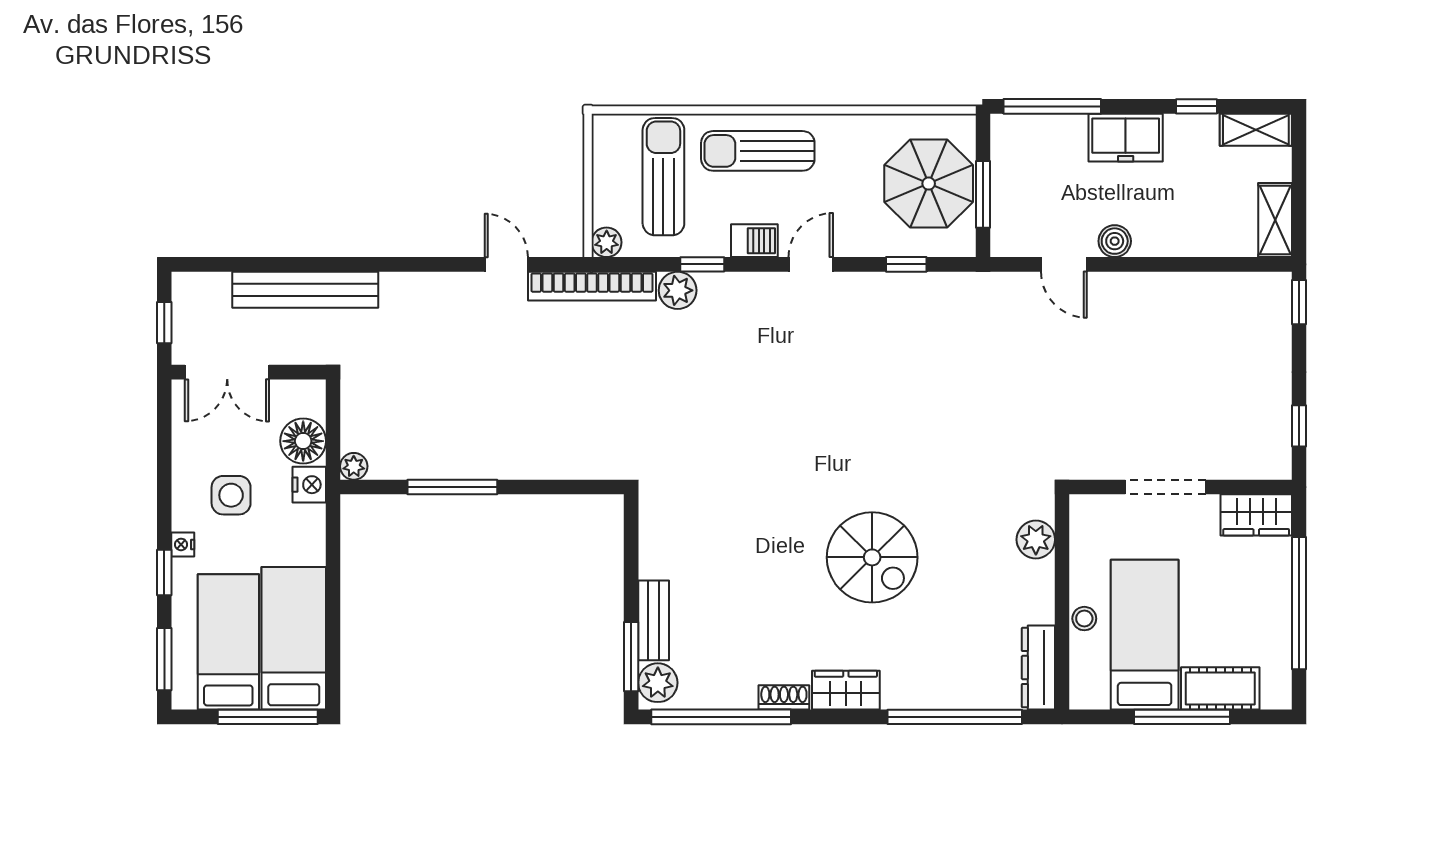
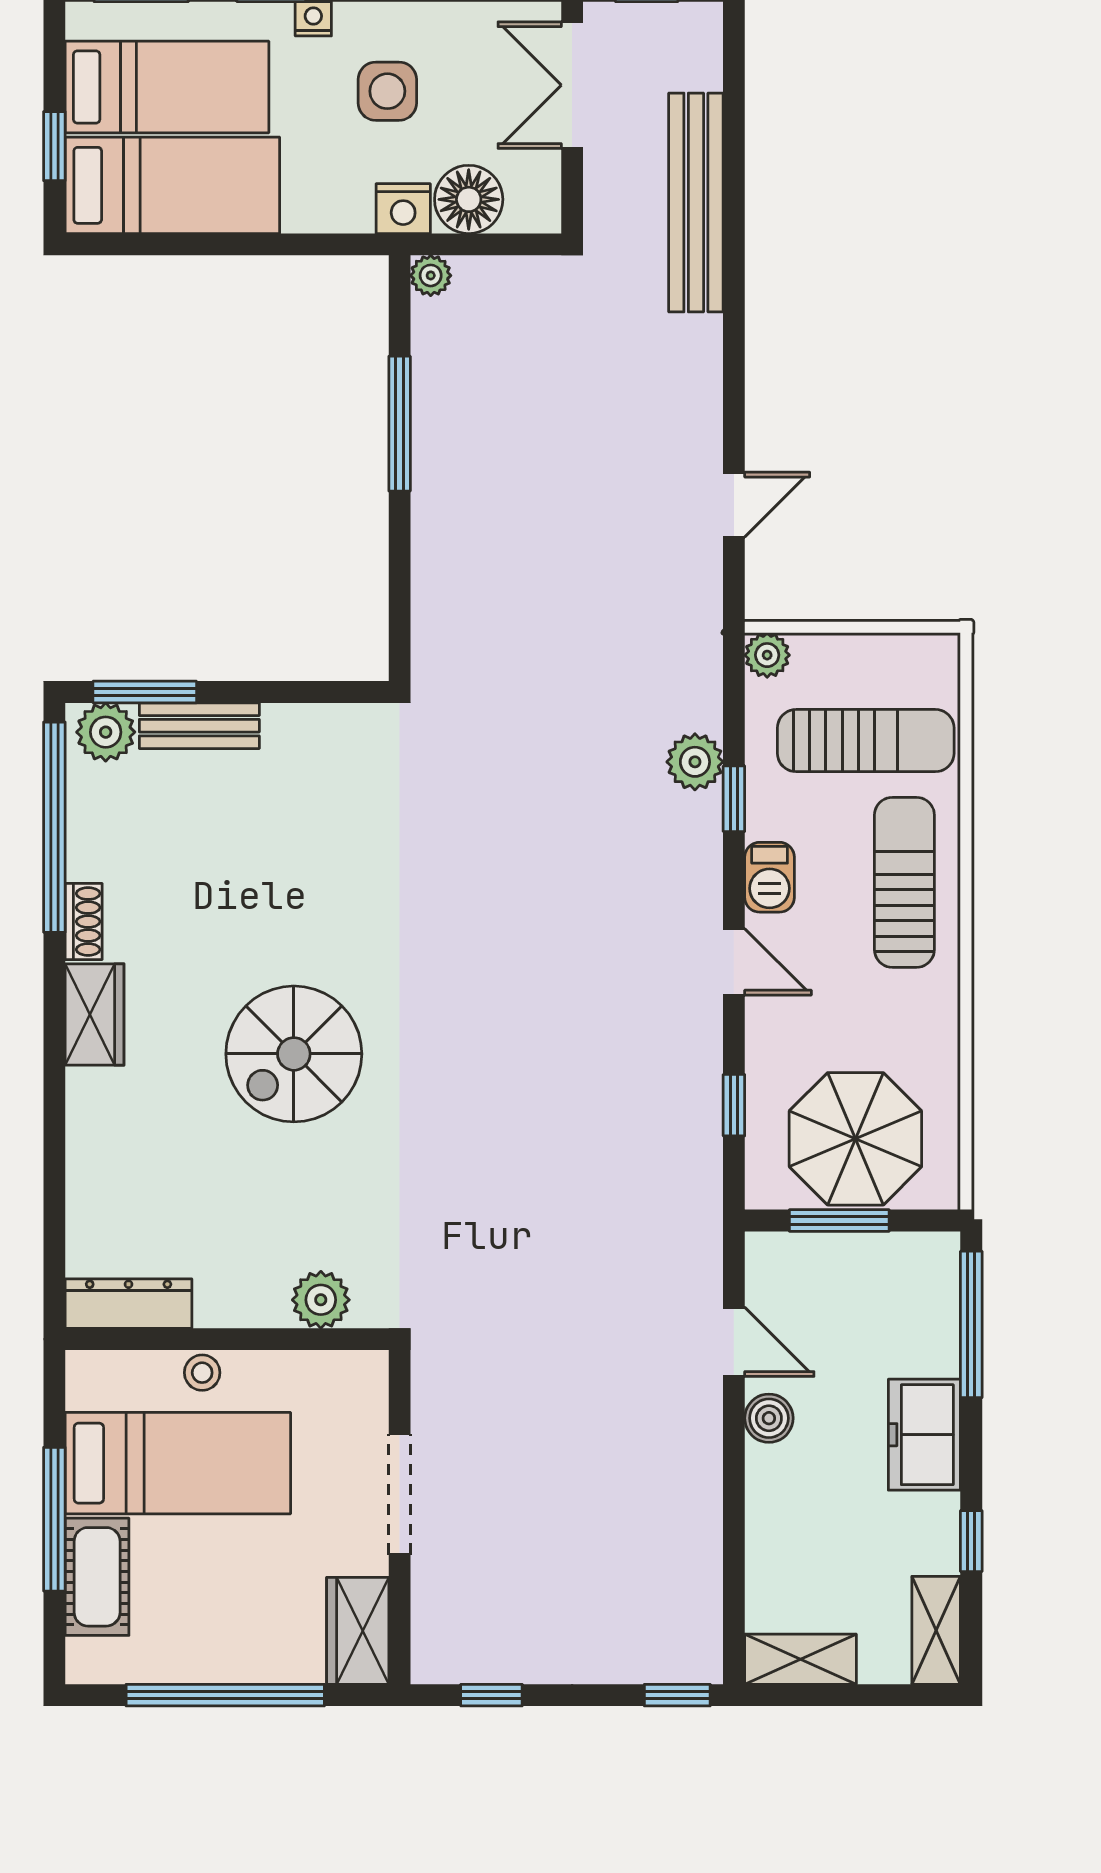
door: (1064, 264) -> (734, 1342), swing flipped
bookcase: (592, 286) -> (701, 633), removed
window: (268, 717) -> (54, 146), width x0.46
window: (955, 717) -> (54, 1178), removed

